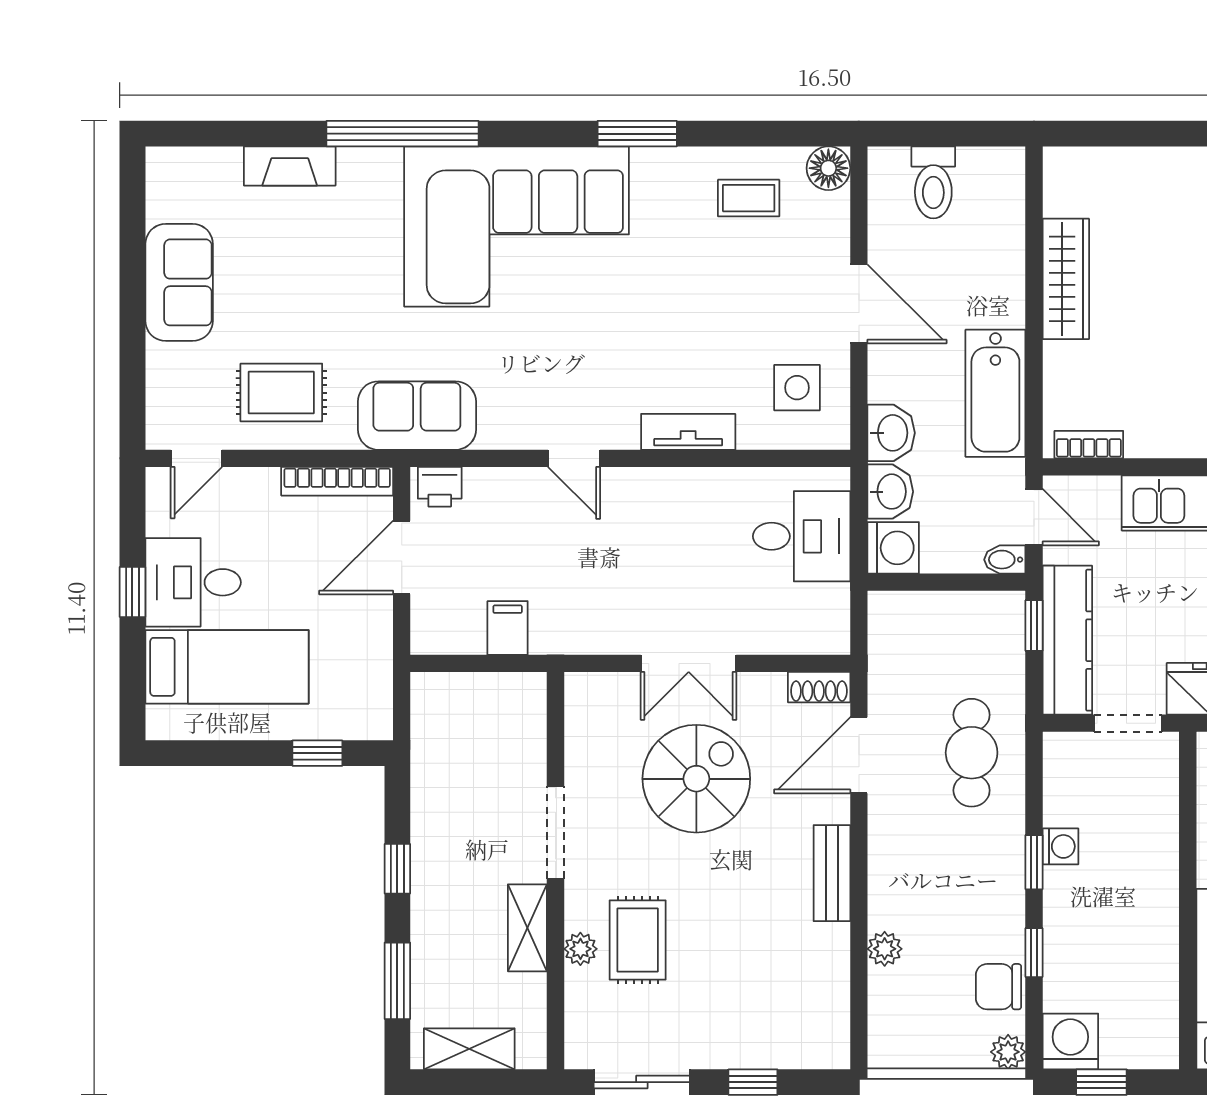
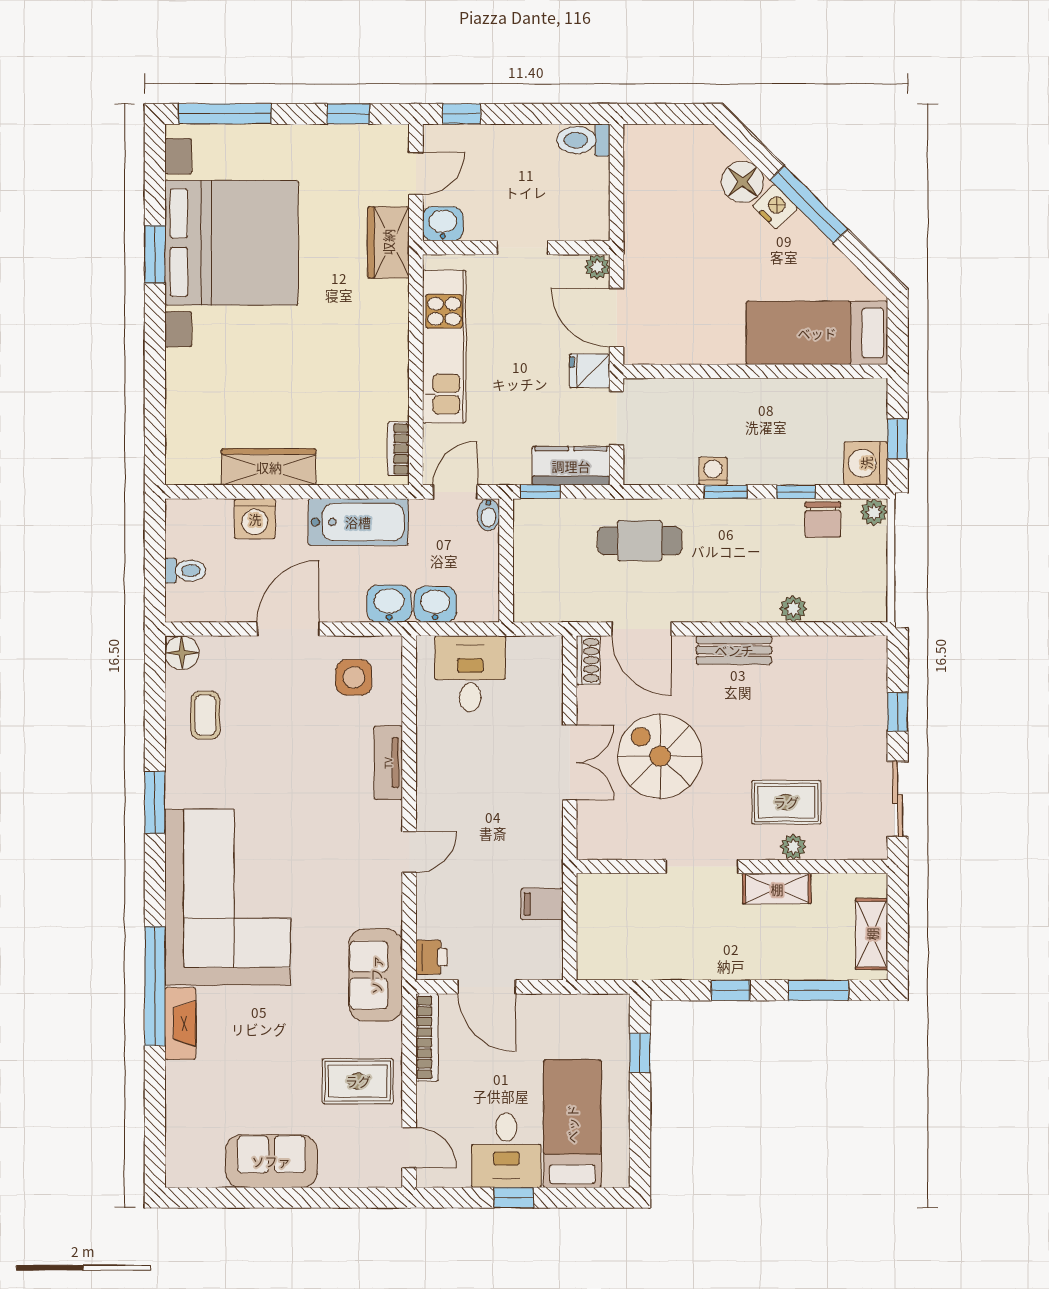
fireplace: (290, 166) -> (180, 1024), moved
toilet: (933, 182) -> (185, 571), width x0.73, depth x0.72
rug: (281, 393) -> (358, 1081), turned 90
washing machine: (893, 548) -> (255, 519), moved, turned 180
kitchen counter: (1067, 640) -> (571, 466), width x0.67

